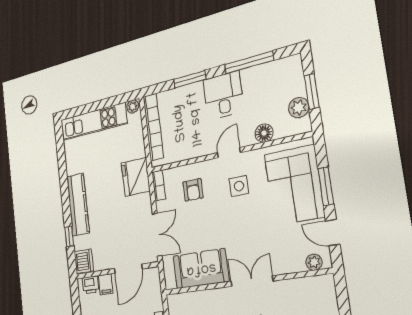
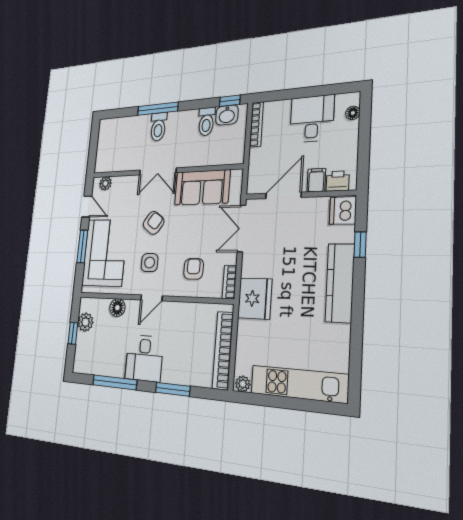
window: (312, 91) -> (73, 333), width x0.67
armchair: (244, 227) -> (154, 223), added

